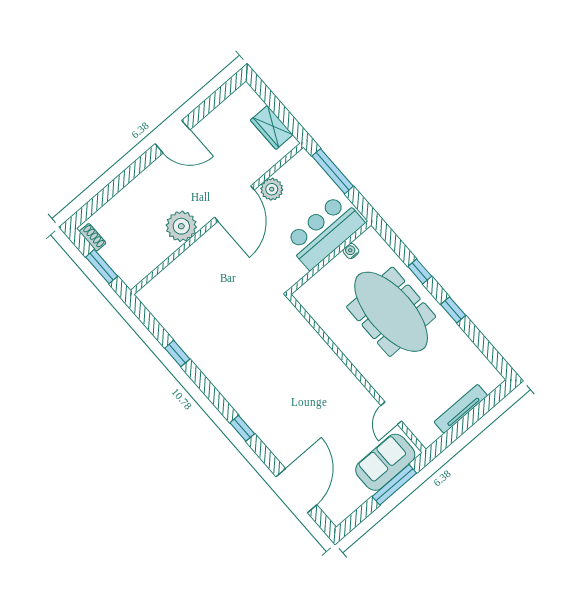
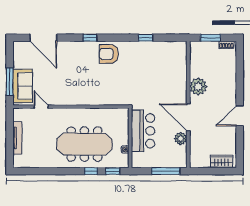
wardrobe: (272, 127) -> (222, 161), moved
bar counter: (324, 232) -> (143, 131), moved
window: (453, 310) -> (113, 171), moved
armchair: (242, 384) -> (109, 54), added

